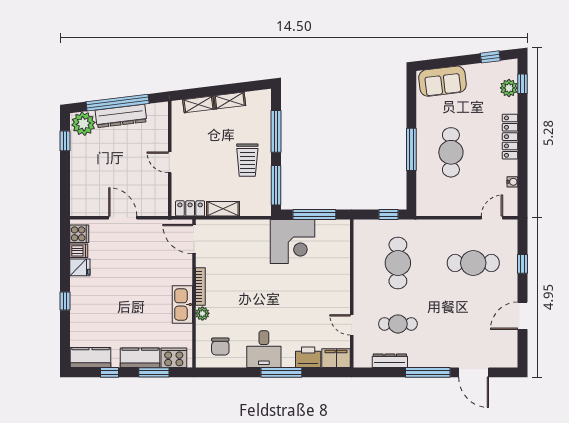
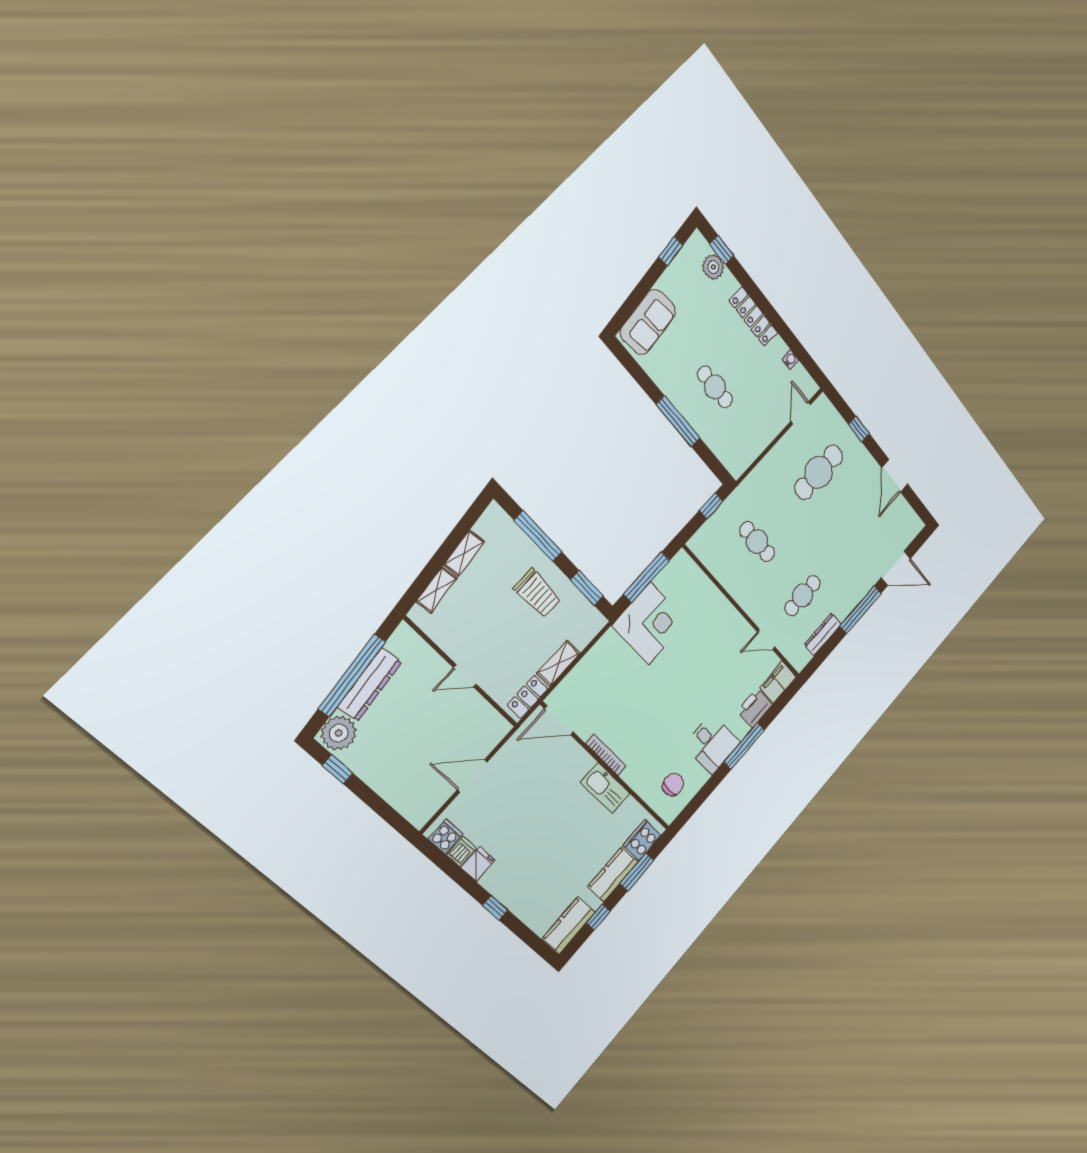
cafe table: (451, 152) -> (715, 387), width x0.73, depth x0.74
window: (276, 185) -> (587, 588), width x0.69
cafe table: (398, 263) -> (757, 542), width x0.73, depth x0.74
plant: (202, 313) -> (631, 775), removed
chair: (220, 347) -> (673, 784), turned -90

